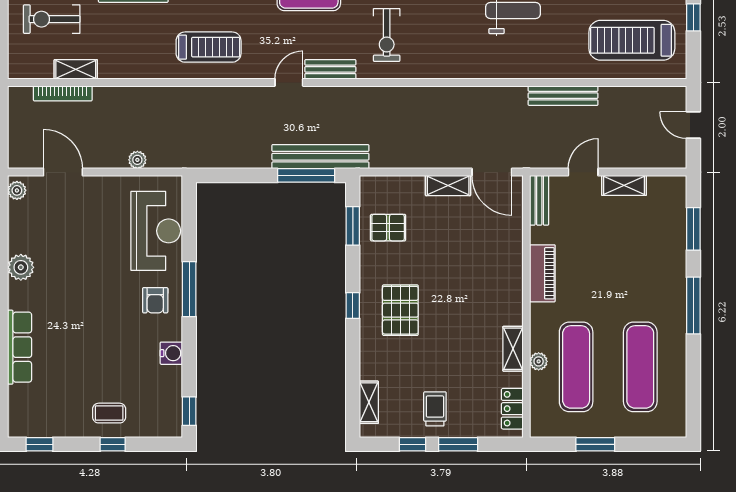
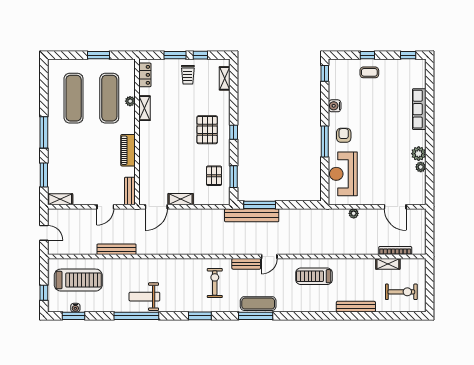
door: (492, 172) -> (156, 207), swing flipped
shelving: (624, 185) -> (60, 199), moved
plant: (17, 190) -> (421, 167), moved
pallet: (388, 228) -> (214, 176), turned 90

